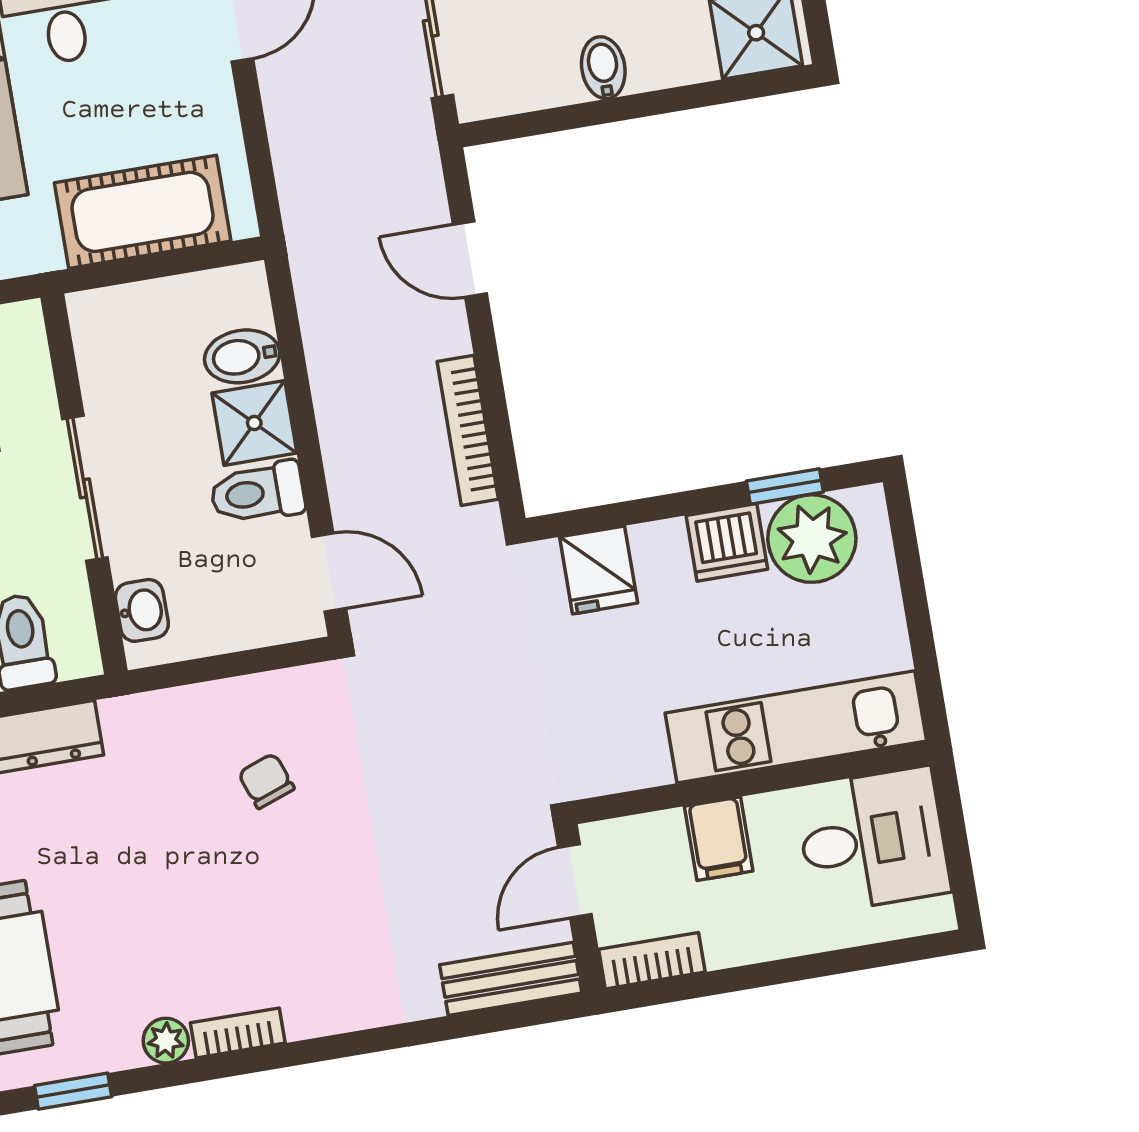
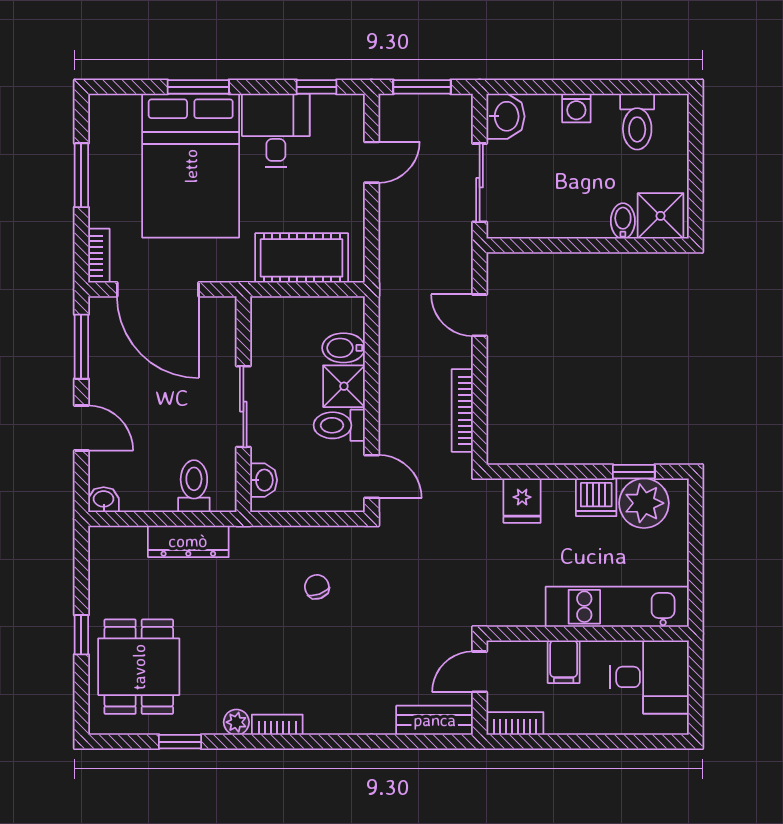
bidet: (603, 68) -> (623, 221), moved

